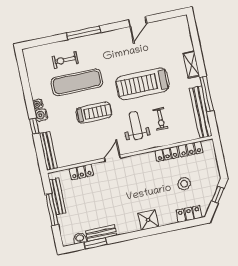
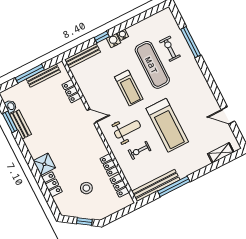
door: (138, 22) -> (228, 115), moved
window: (84, 33) -> (191, 42), moved
shelving: (191, 65) -> (221, 153), moved
treadmill: (142, 84) -> (167, 125), turned 180
locker: (189, 214) -> (52, 184), moved

